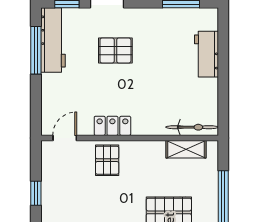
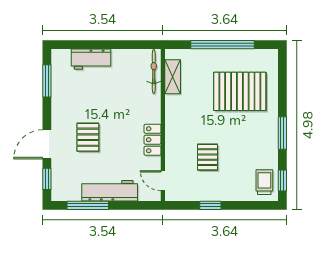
workbench: (53, 40) -> (110, 191), moved
pallet: (107, 160) -> (207, 157), moved, turned 90

